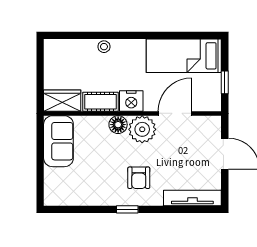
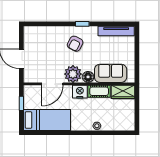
sofa: (58, 141) -> (111, 73), moved, turned 90
armchair: (139, 178) -> (75, 44), turned -153
tv unit: (192, 198) -> (116, 31), moved

